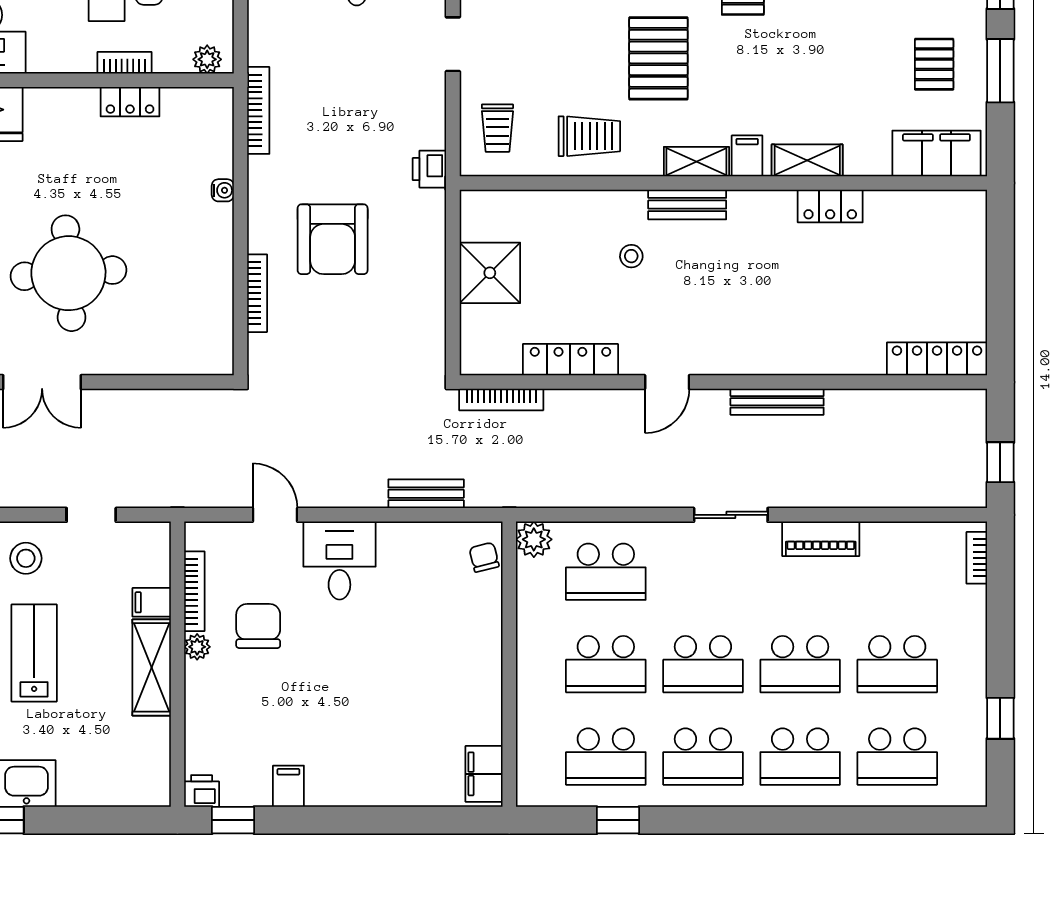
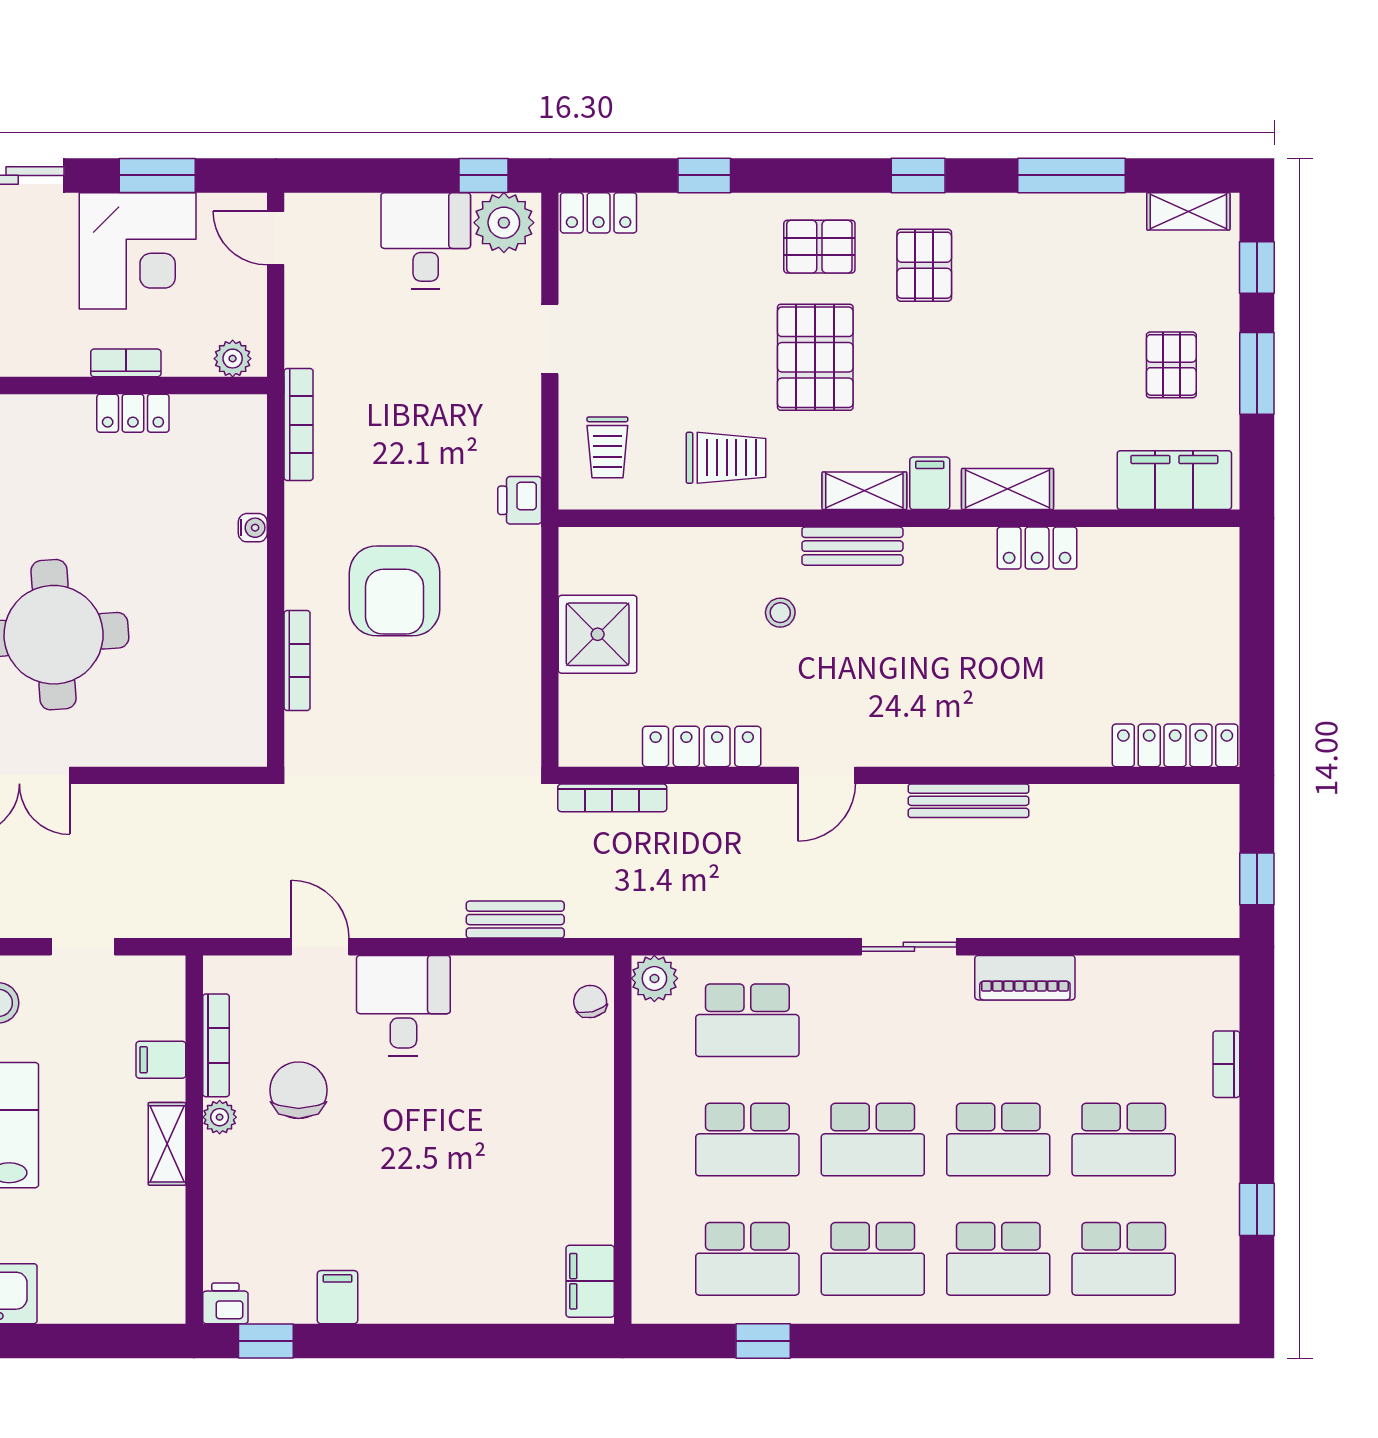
bookcase: (977, 558) -> (1226, 1064), moved
shelving: (152, 667) -> (167, 1144), width x0.67, depth x0.75

